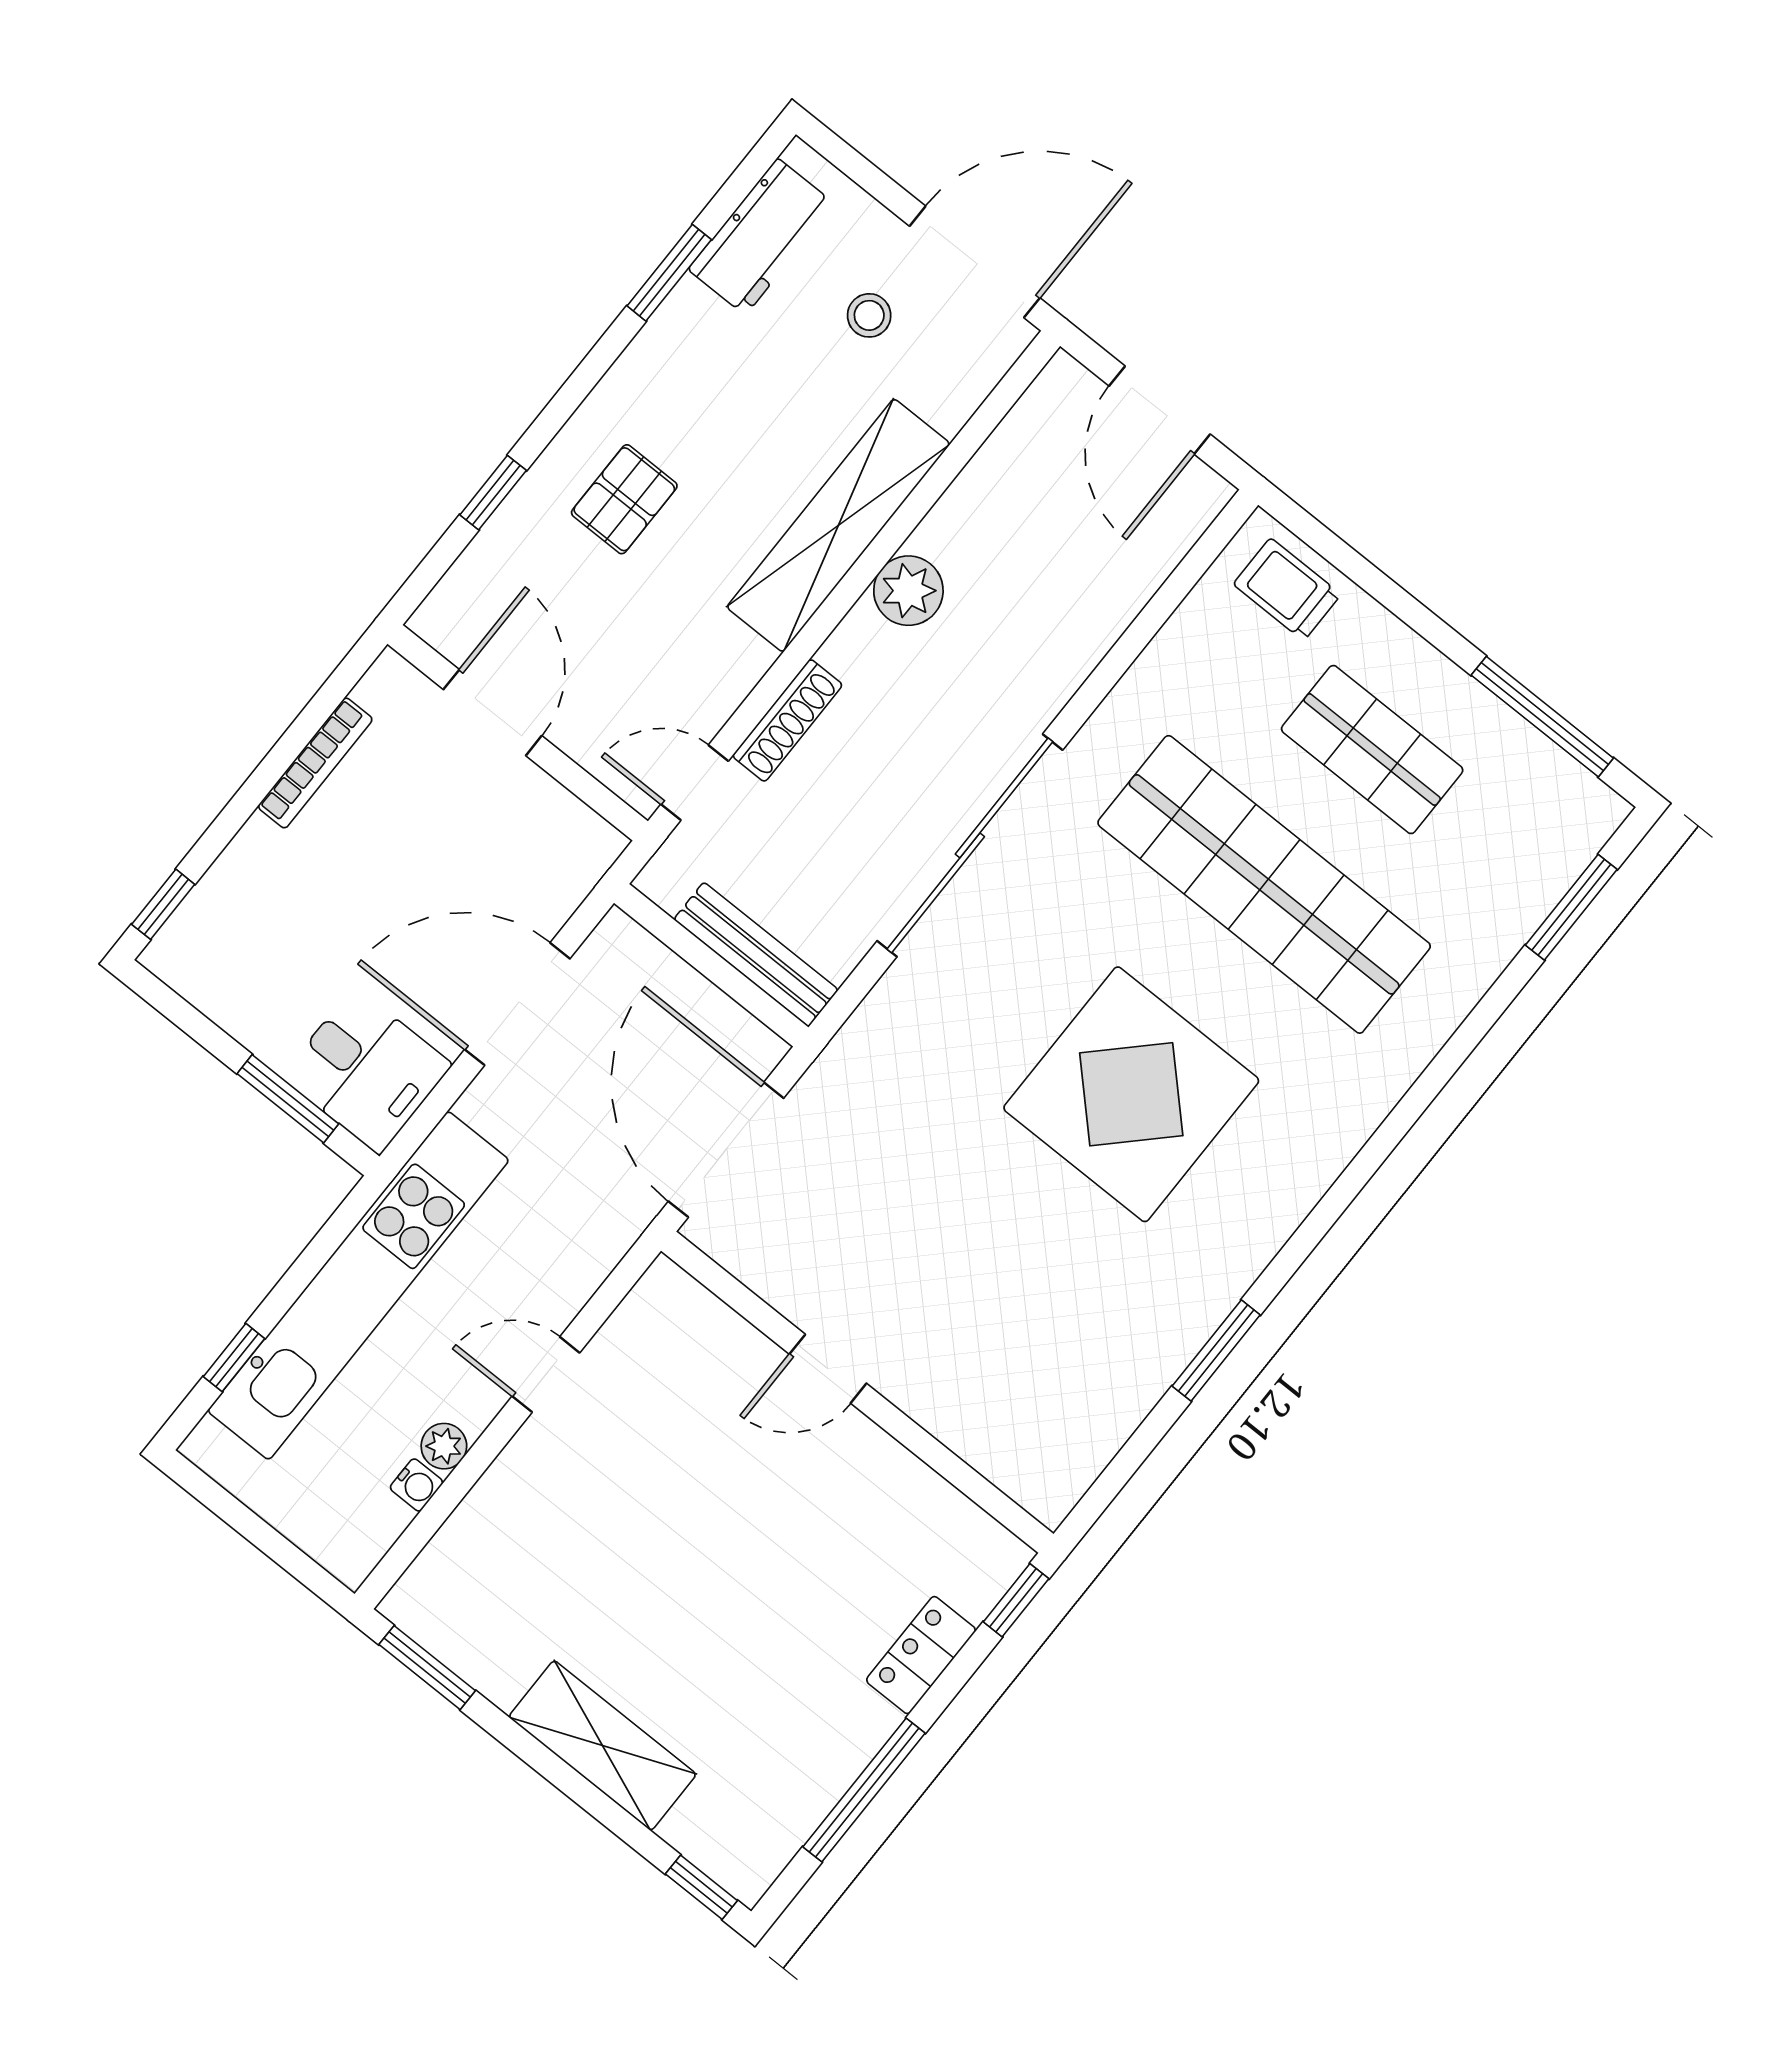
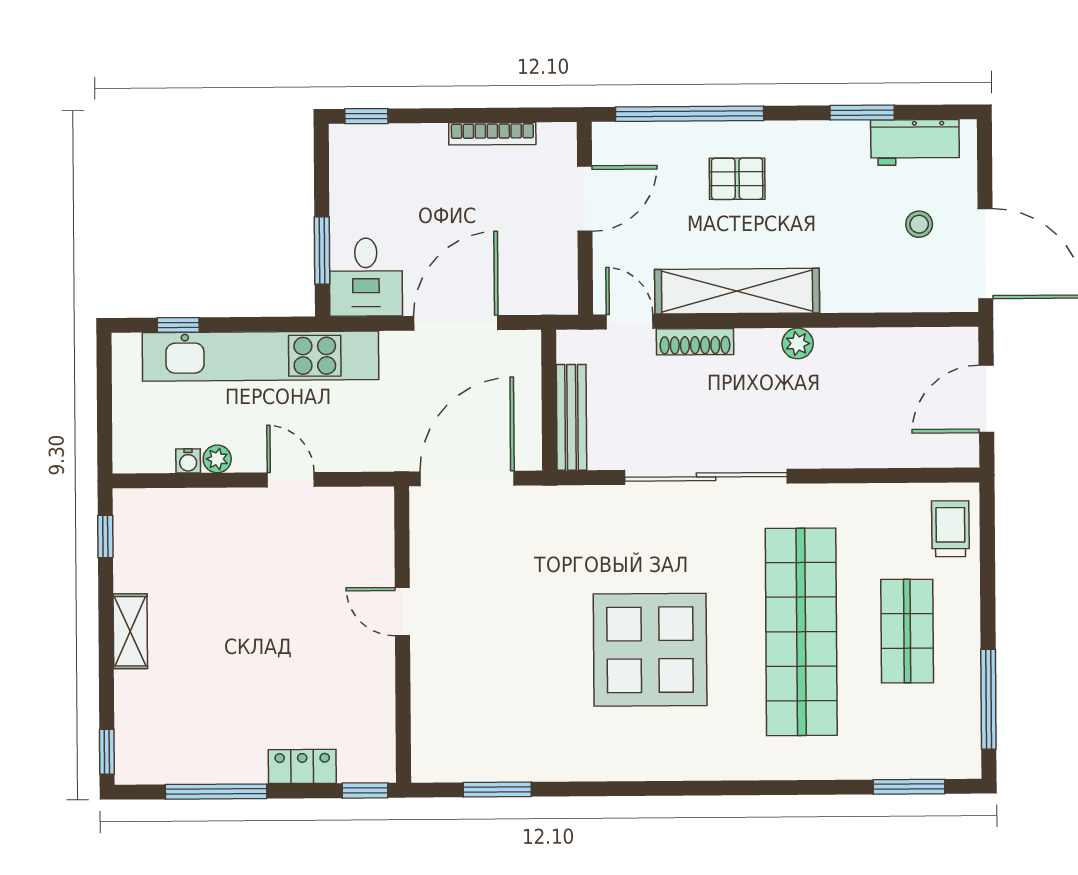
window: (493, 493) -> (690, 114), width x3.17
shelving: (838, 525) -> (737, 291), moved
plant: (908, 591) -> (798, 343), width x0.73, depth x0.73
door: (517, 1004) -> (456, 323), hinge flipped
window: (1216, 1350) -> (497, 790), moved
window: (427, 1668) -> (105, 536), width x0.67
shelving: (602, 1746) -> (130, 631), width x0.67, depth x0.75

